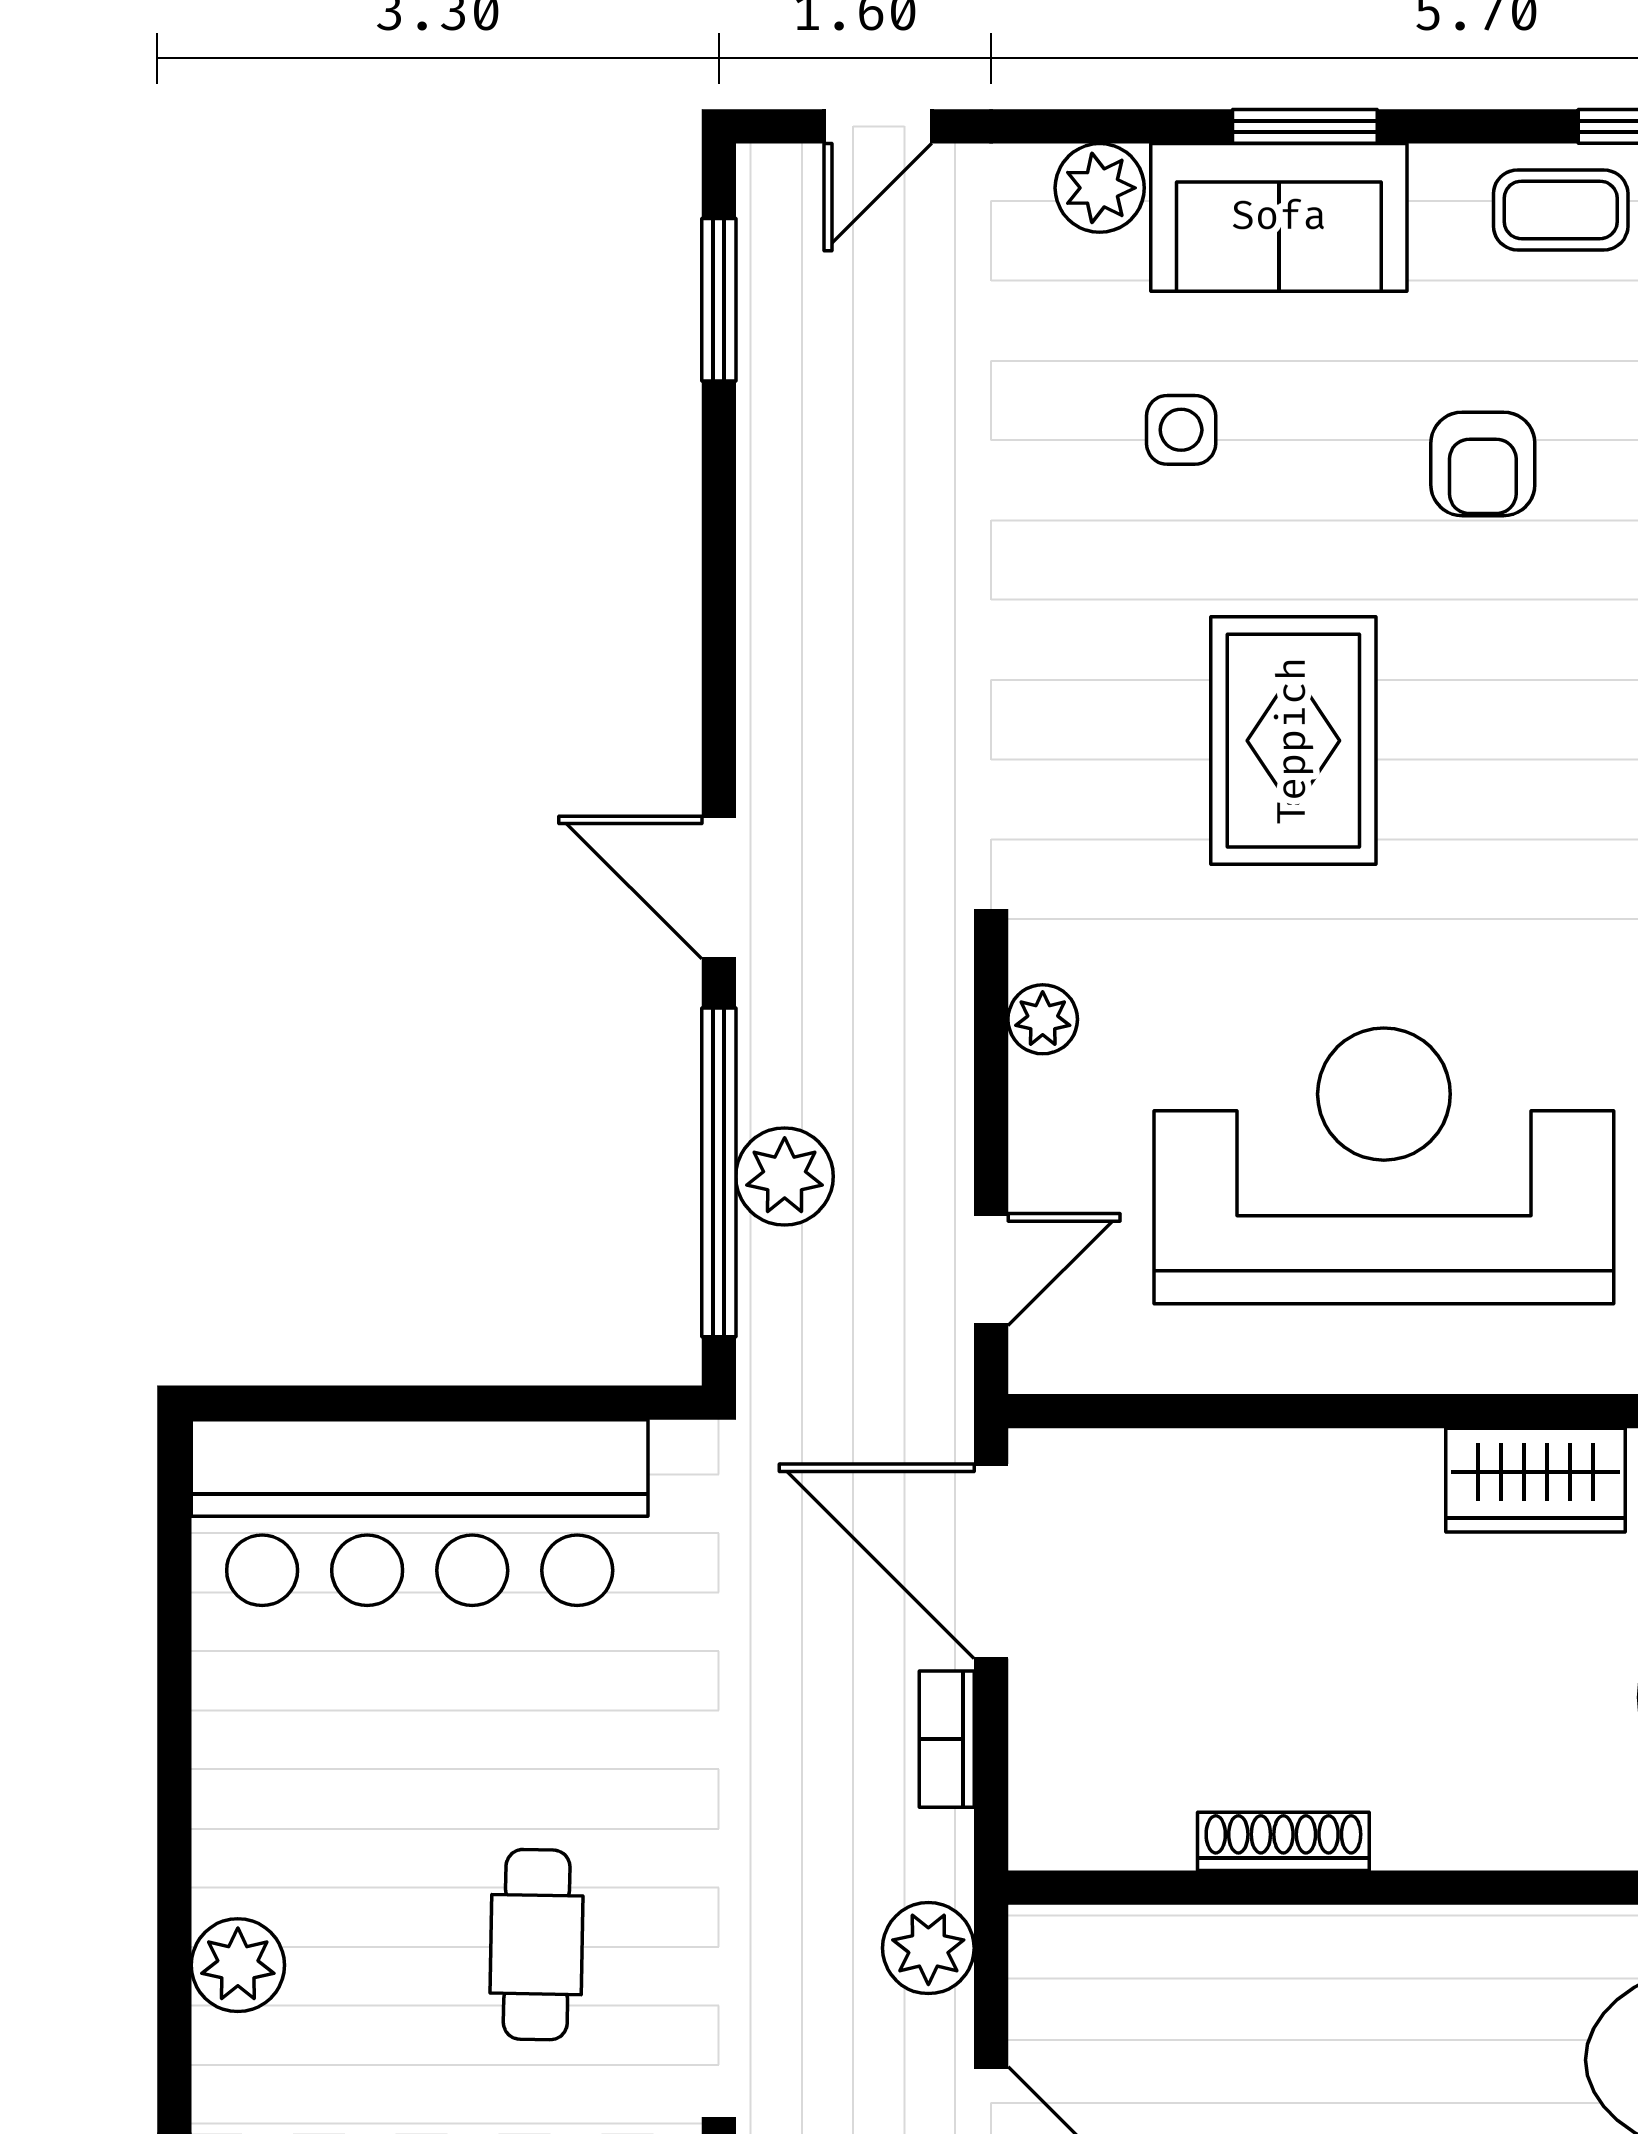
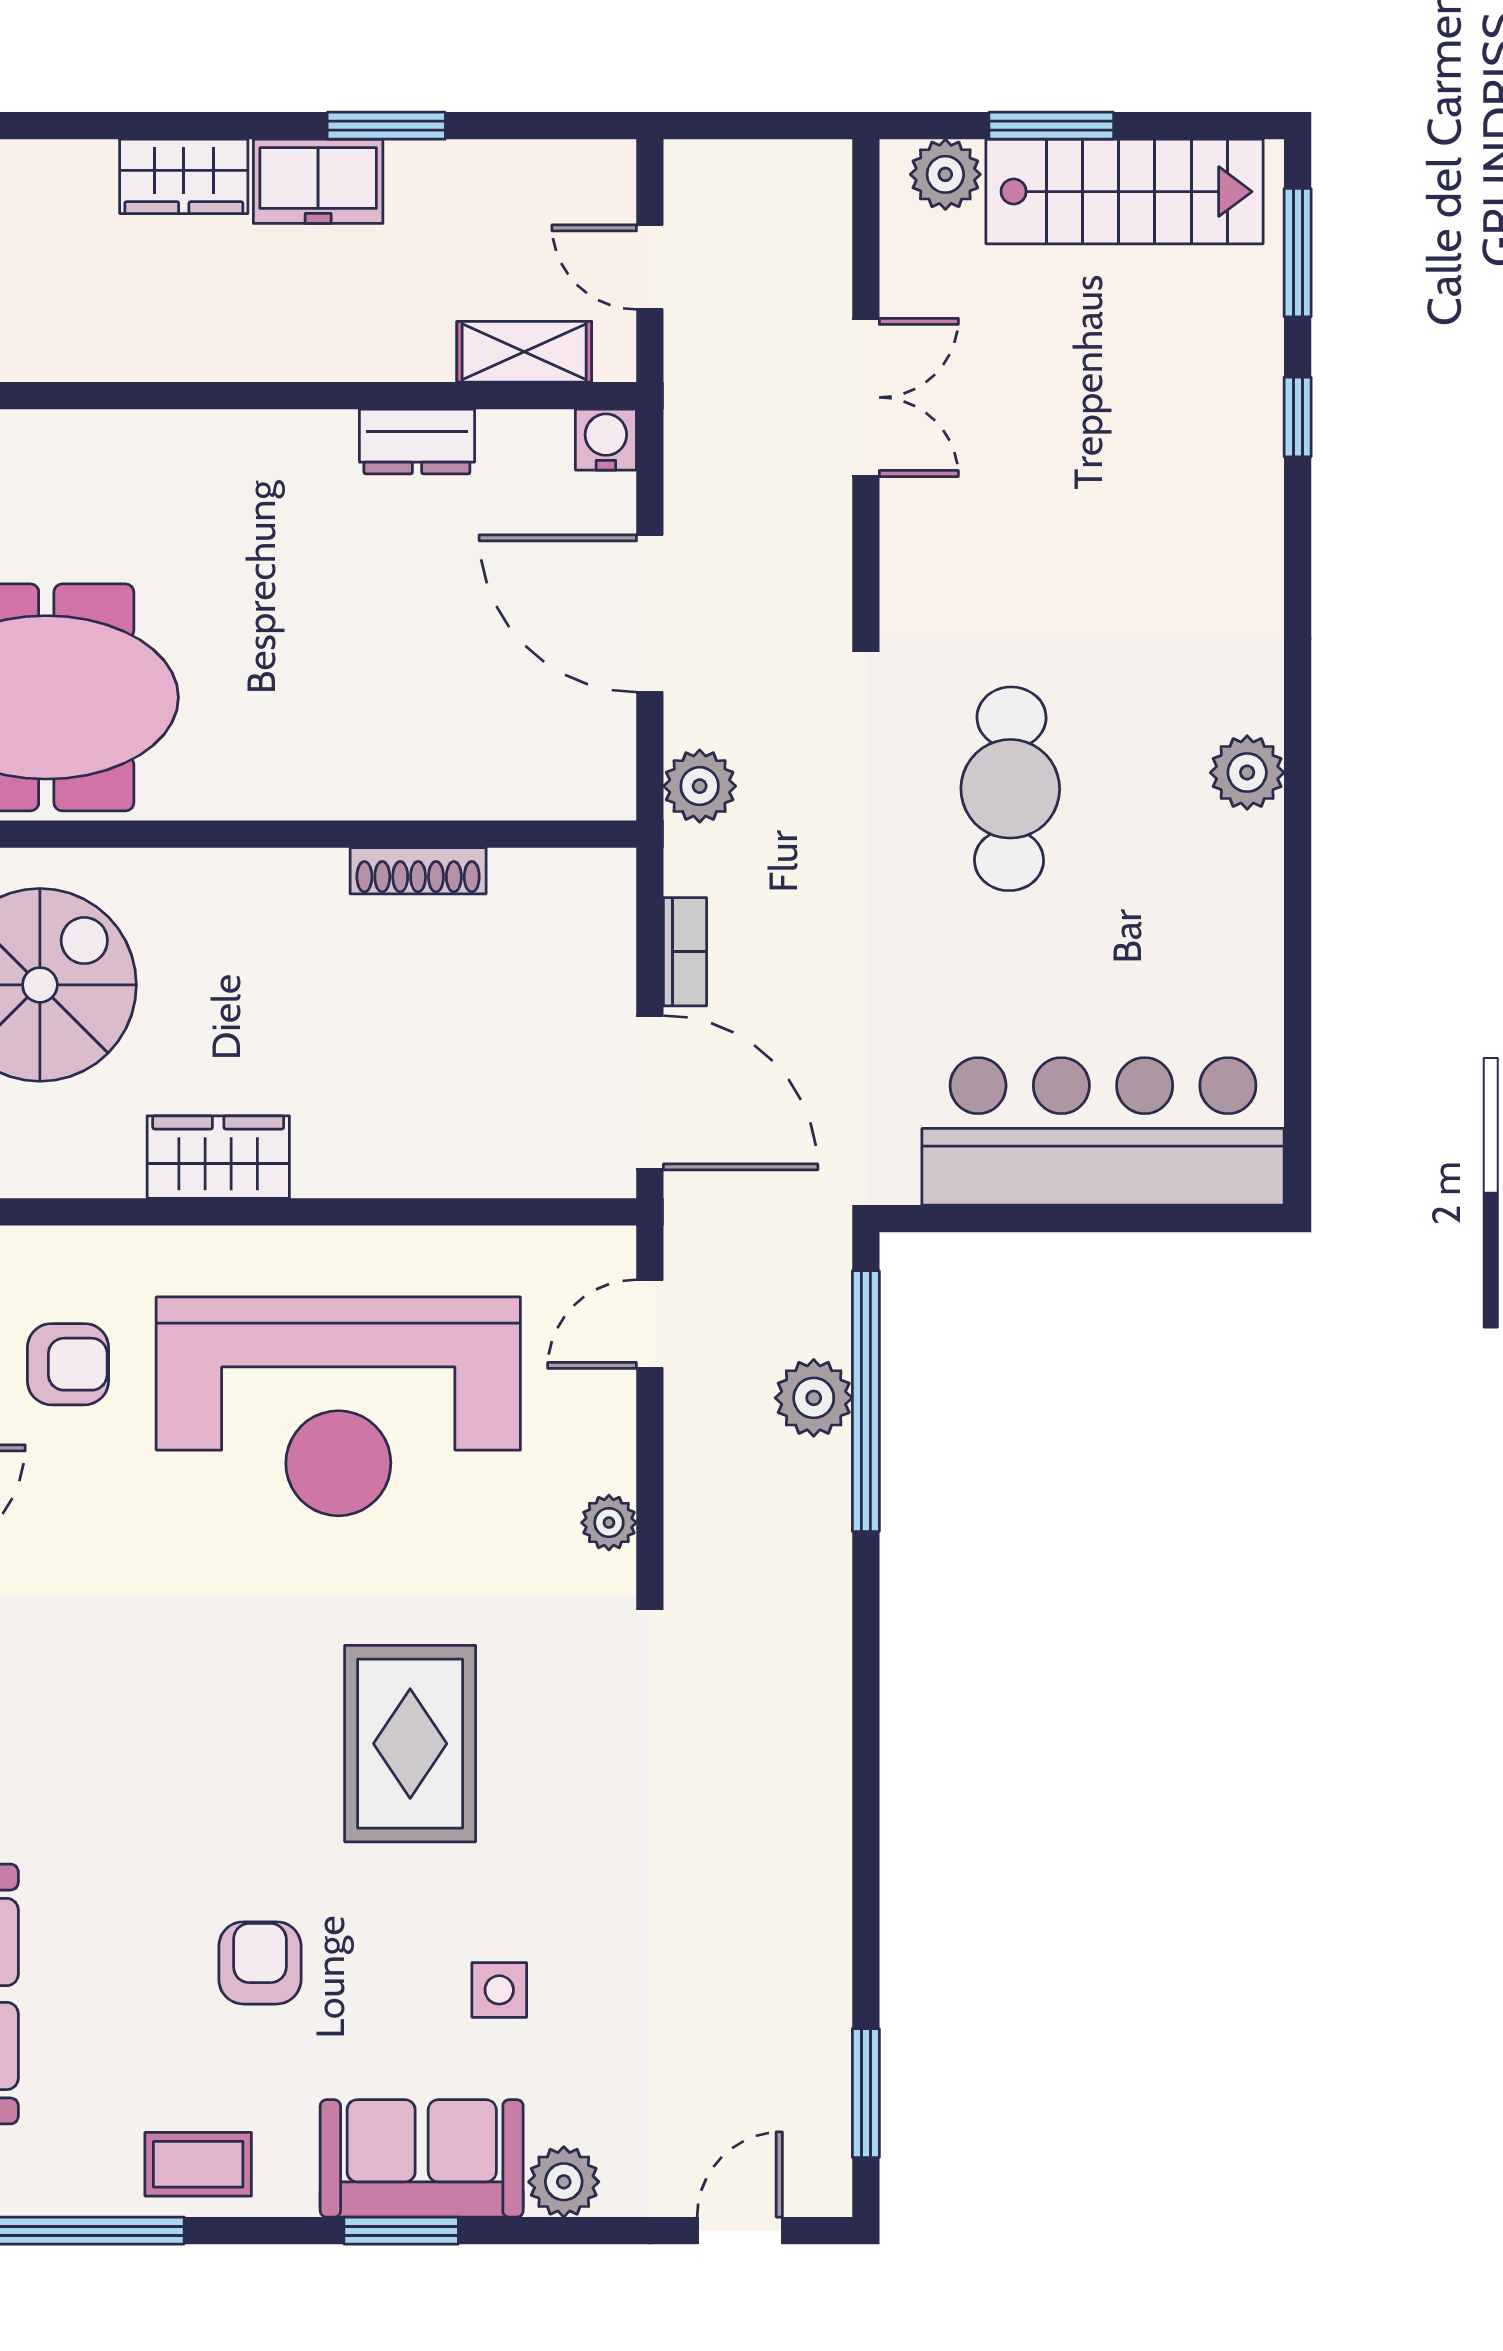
door: (719, 887) -> (866, 1627), removed
cafe table: (537, 1945) -> (1010, 789), width x1.37, depth x1.35

